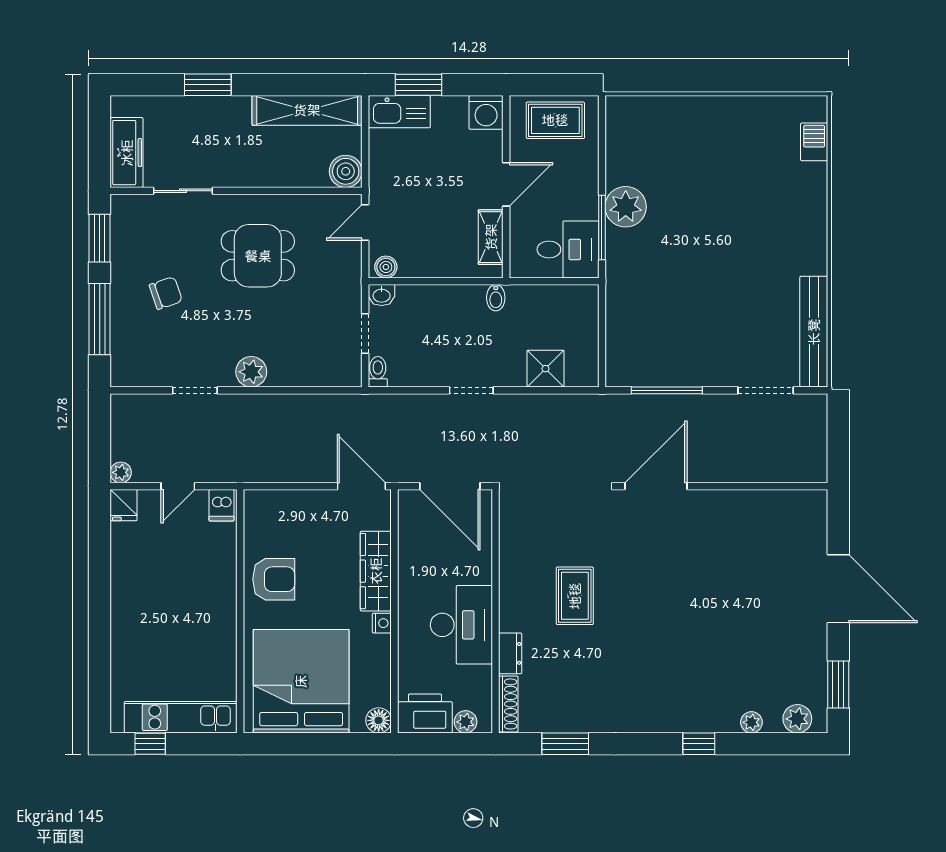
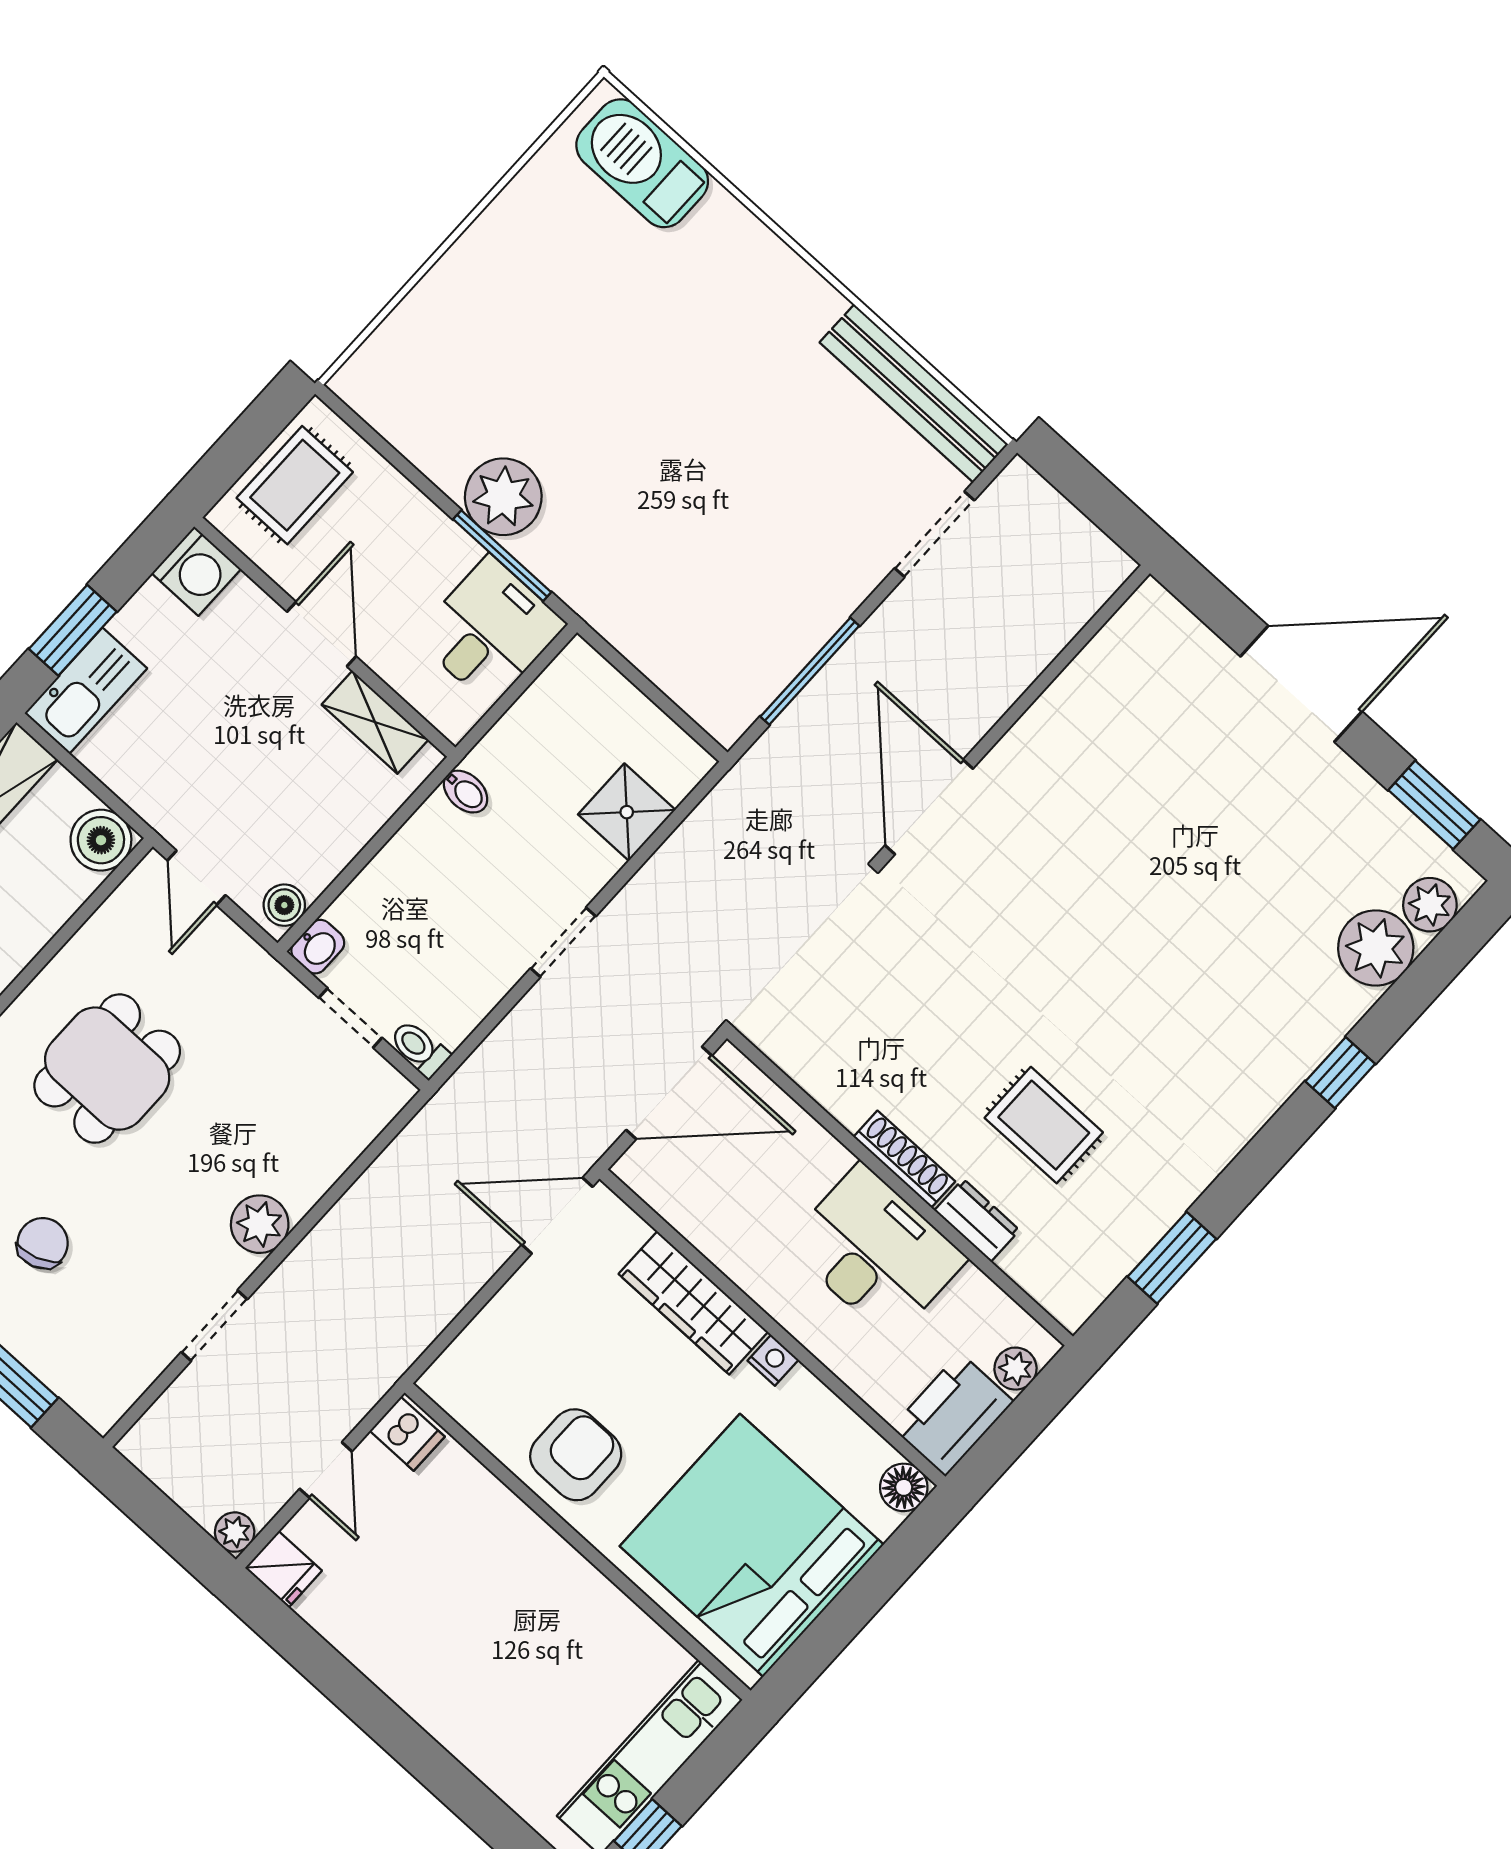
barbecue: (814, 142) -> (642, 163), width x1.88, depth x1.53
rug: (575, 596) -> (1044, 1125), moved
shoe rack: (508, 704) -> (904, 1159), moved
plant: (751, 722) -> (1376, 948), width x1.88, depth x1.88

